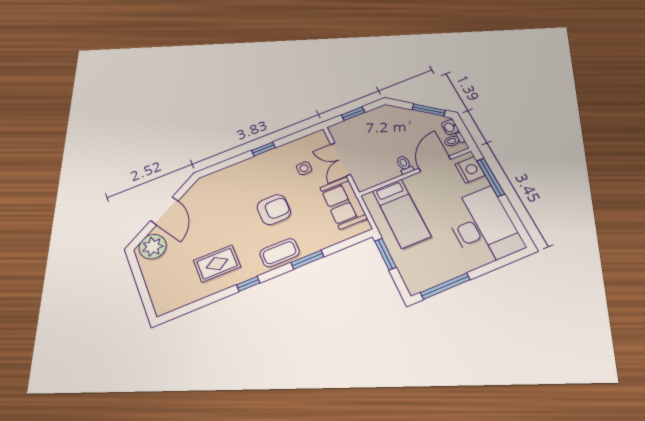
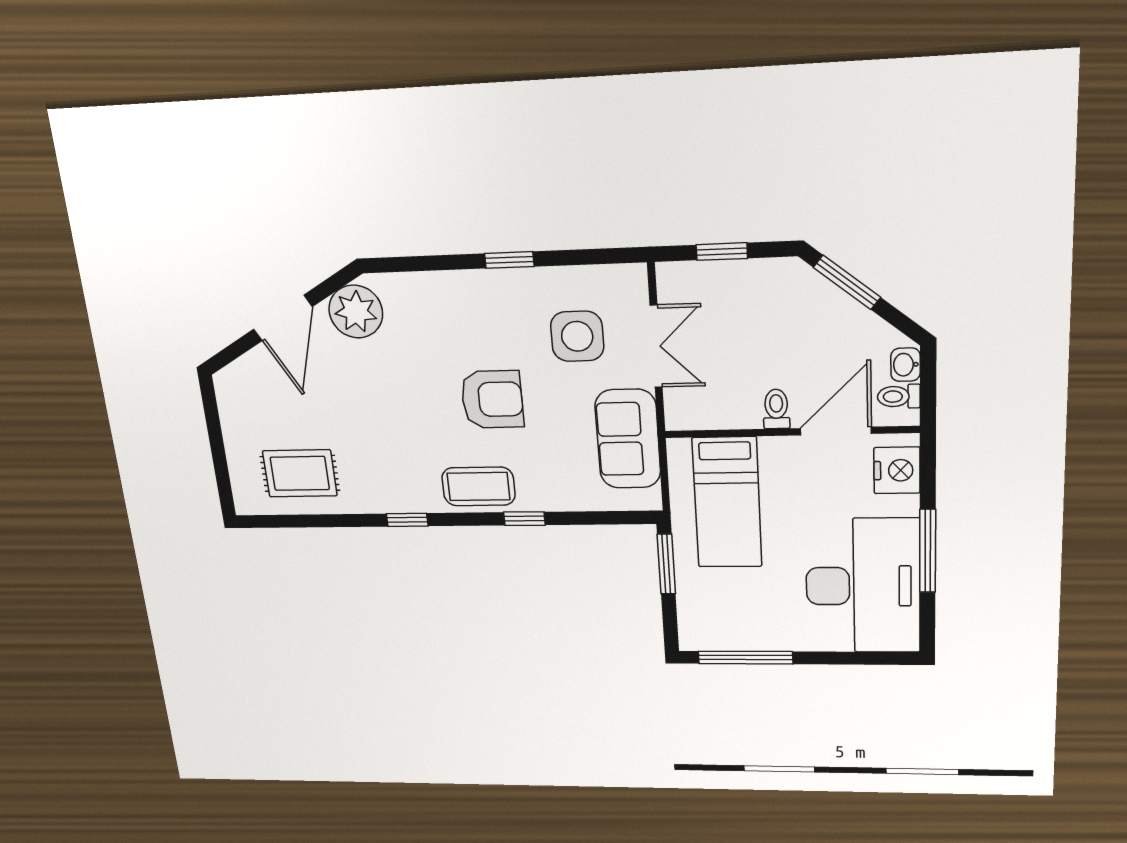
window: (429, 110) -> (847, 282), moved
double door: (341, 159) -> (656, 346), swing flipped
side table: (304, 168) -> (577, 336), width x1.87, depth x1.87
window: (491, 177) -> (928, 551), moved
plant: (153, 247) -> (356, 312), moved
window: (307, 260) -> (524, 519), width x0.67
rug: (217, 264) -> (300, 473), moved

